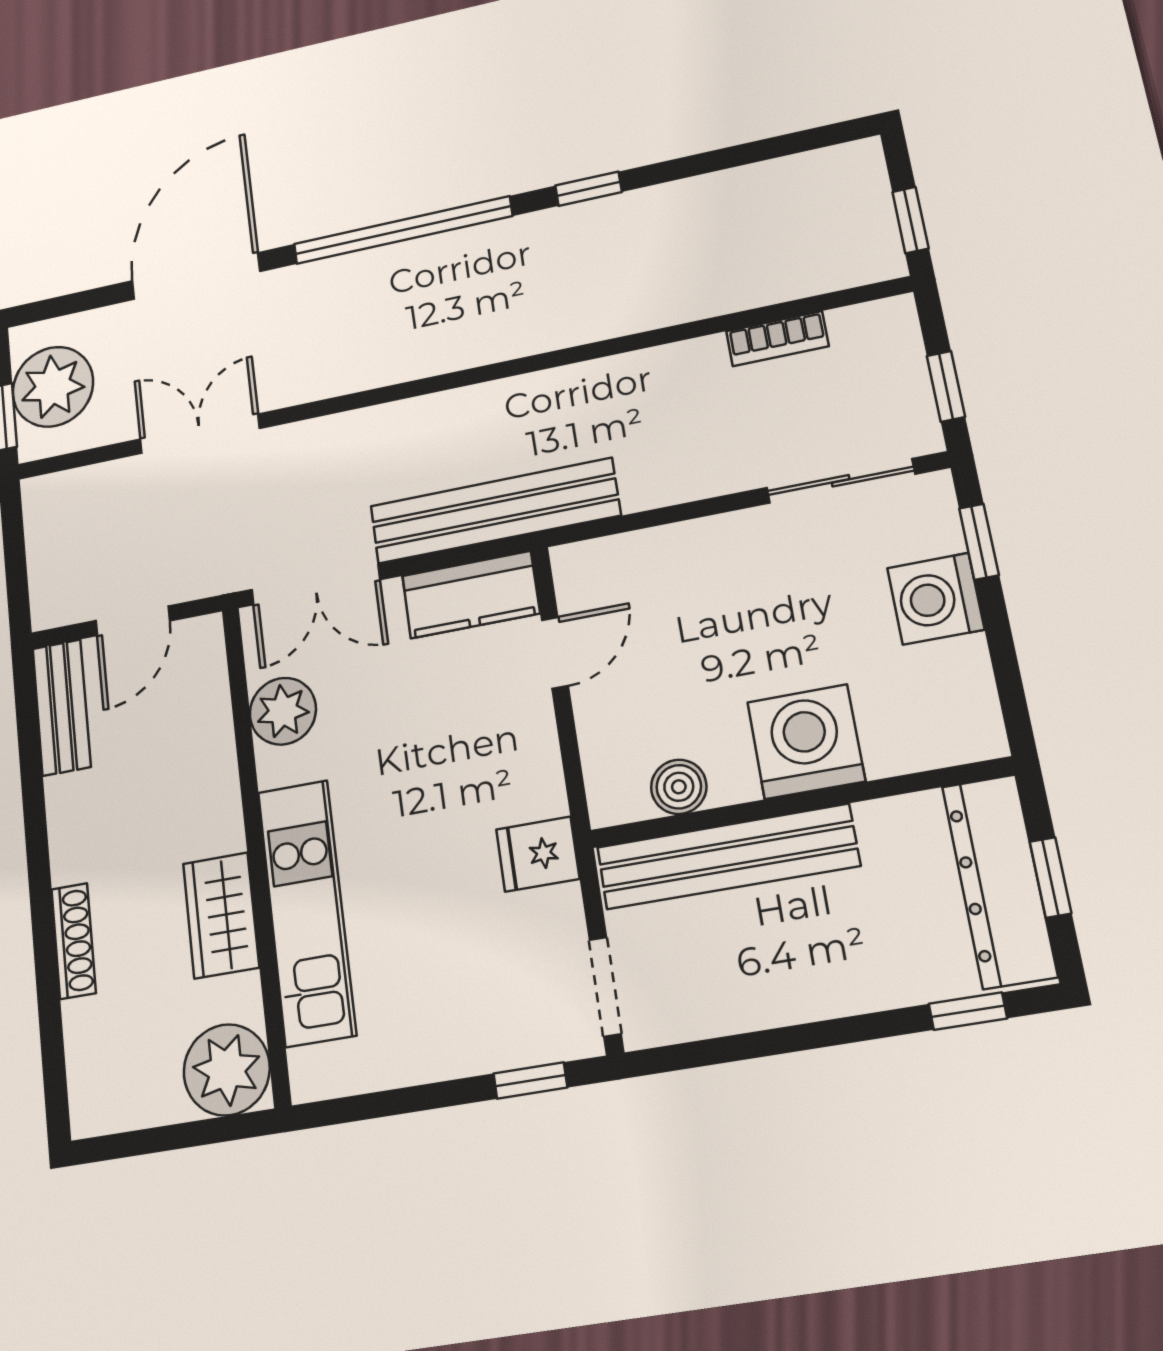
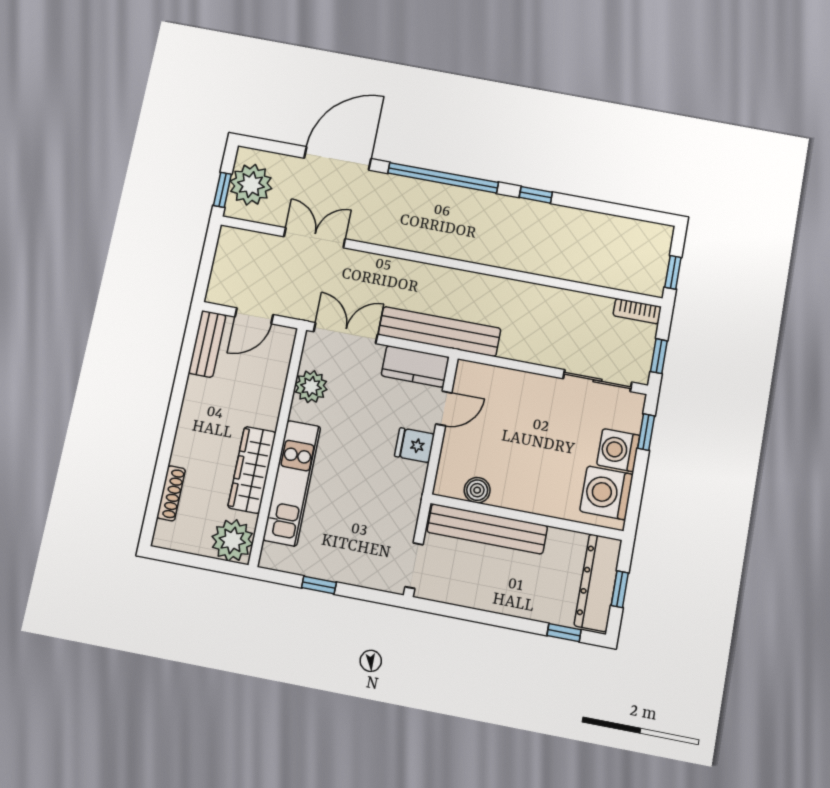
bookcase: (777, 339) -> (637, 311), moved
double door: (316, 585) -> (346, 333), swing flipped
washing machine: (806, 742) -> (606, 493), moved, turned -90
fridge: (538, 854) -> (415, 445), moved
wardrobe: (221, 915) -> (252, 470), width x1.50
shoe rack: (74, 941) -> (171, 493), moved
window: (530, 1081) -> (319, 585), moved

